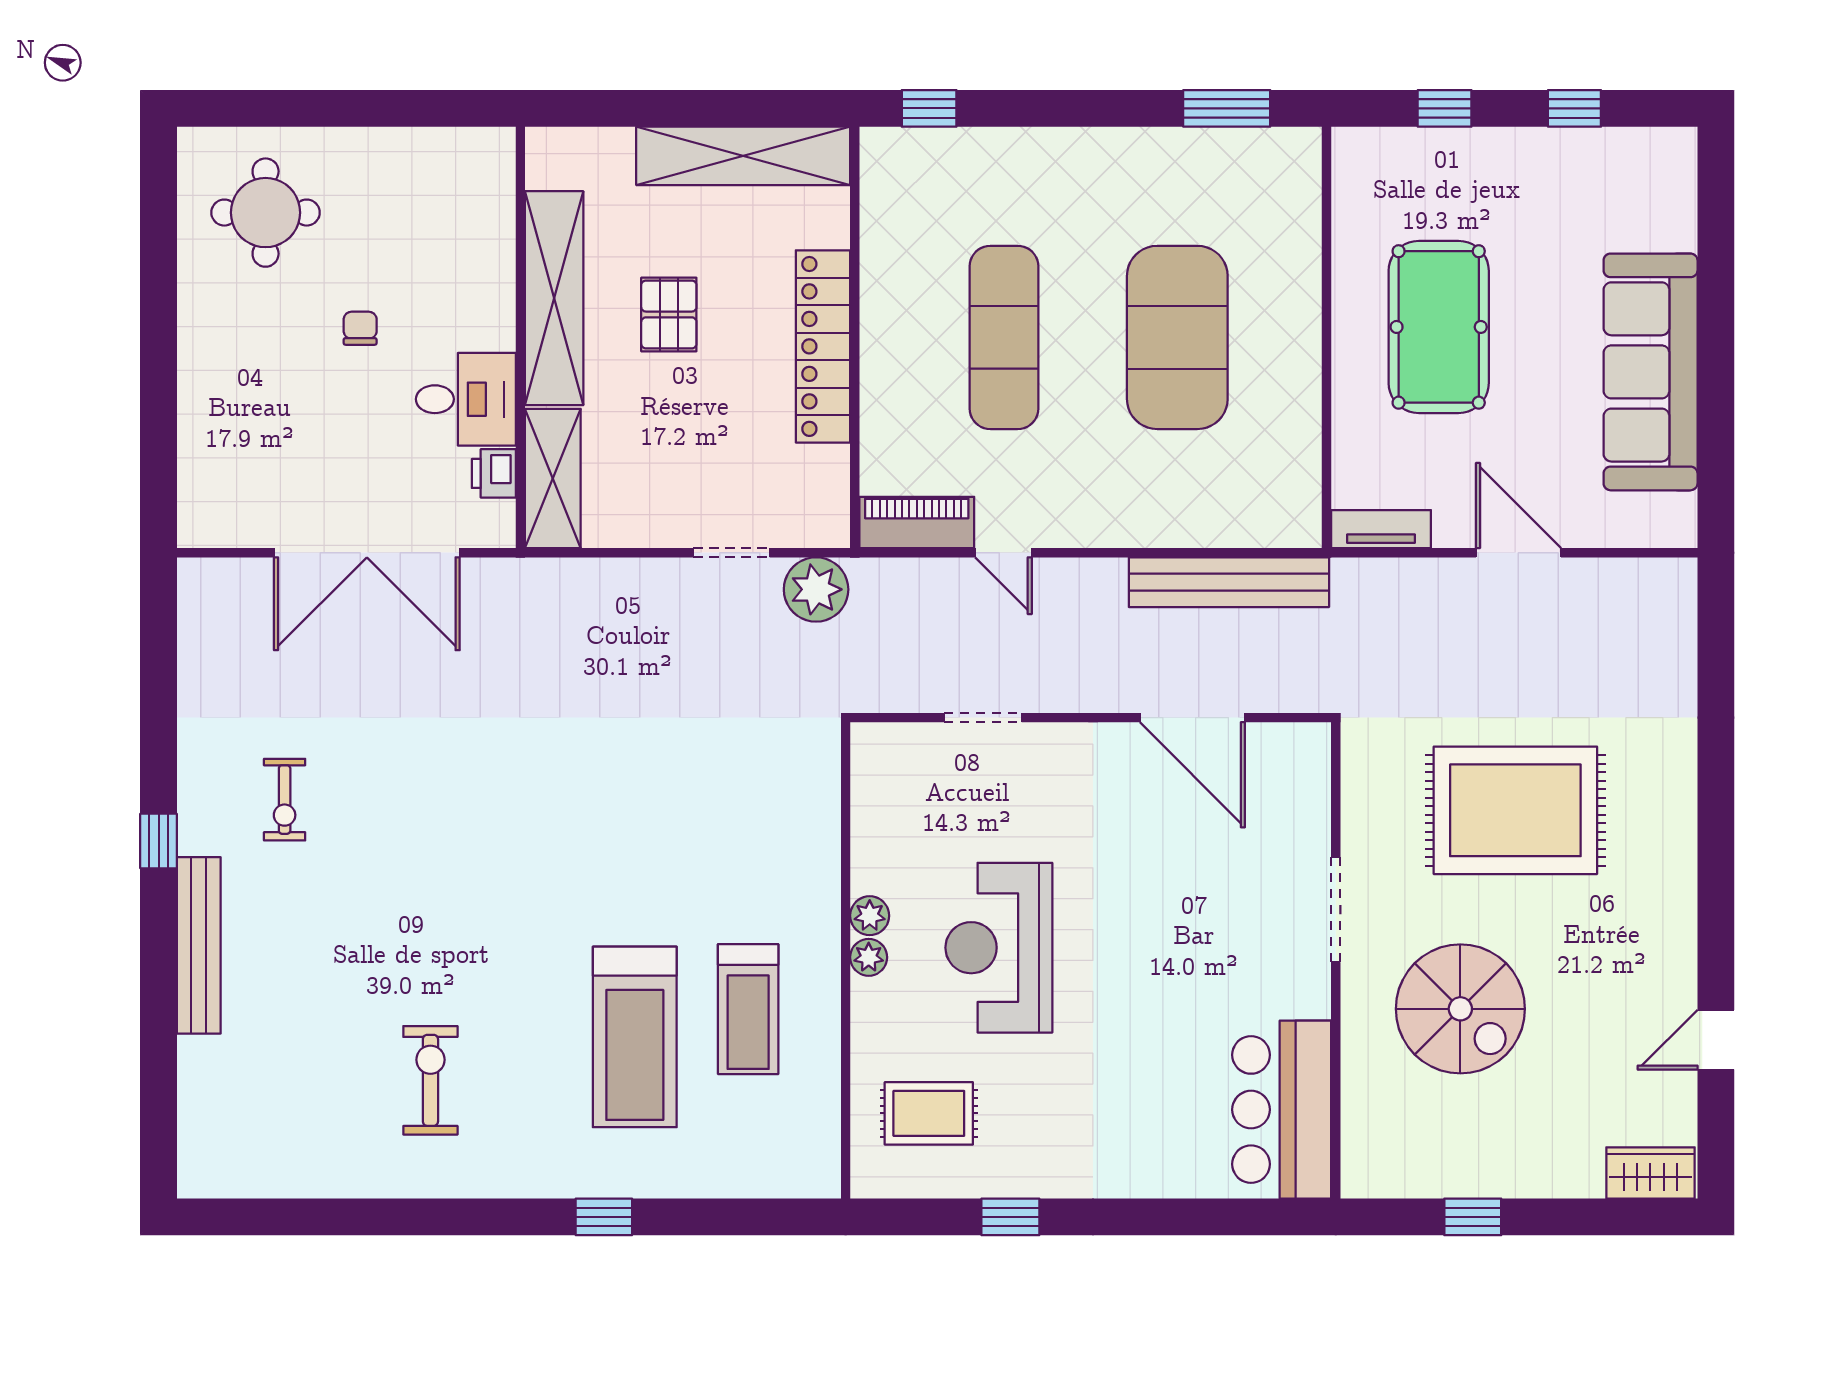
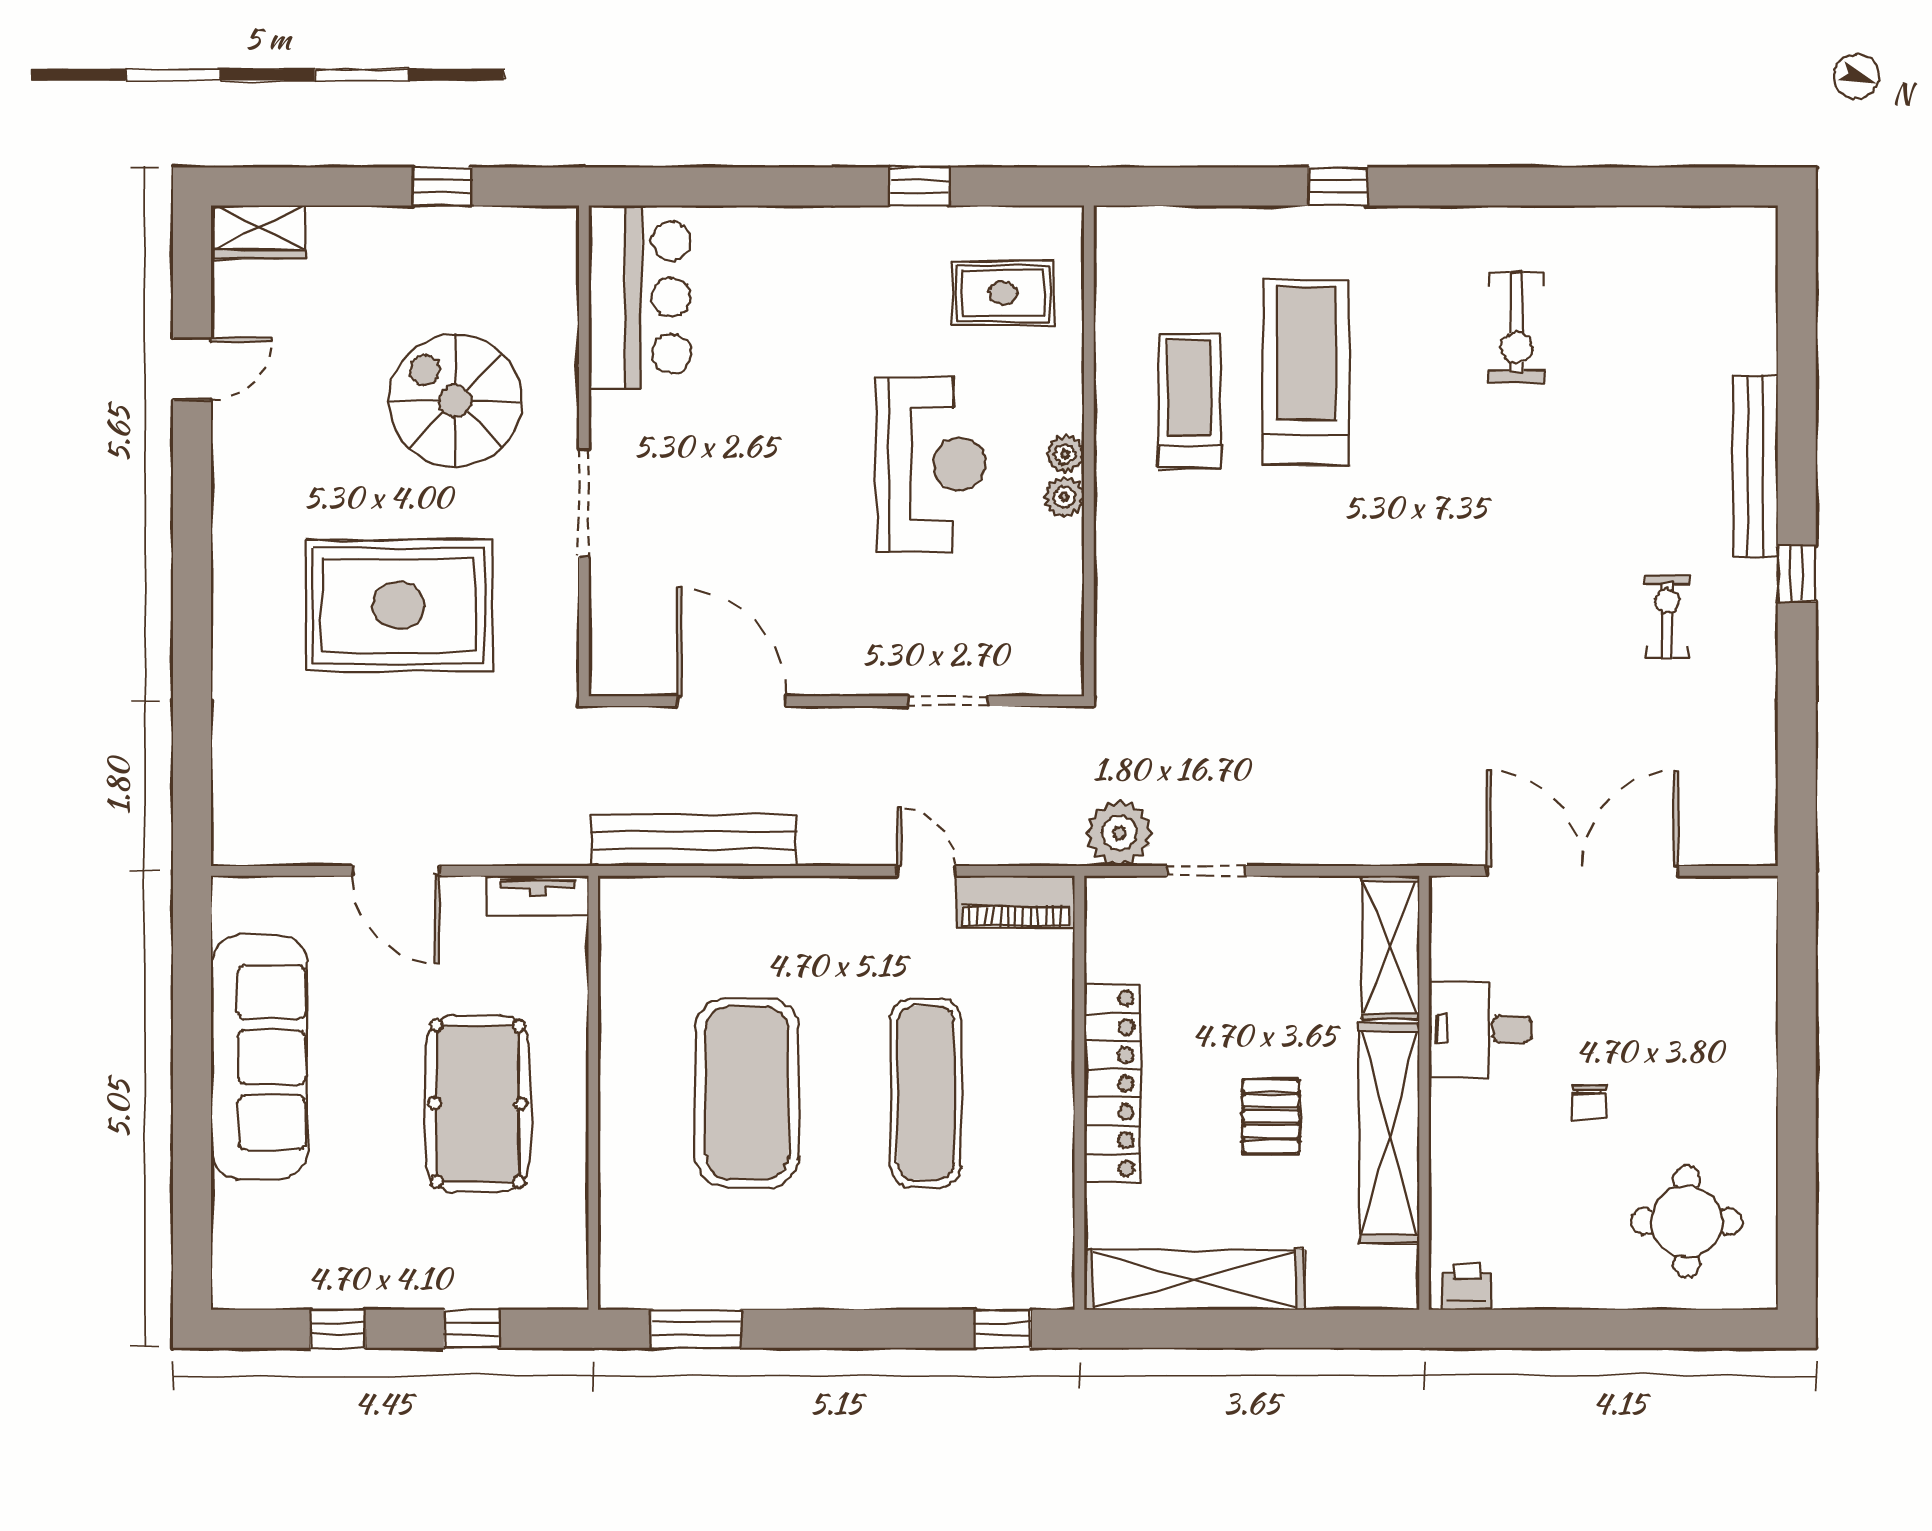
printer: (494, 473) -> (1467, 1287), moved, turned -90

